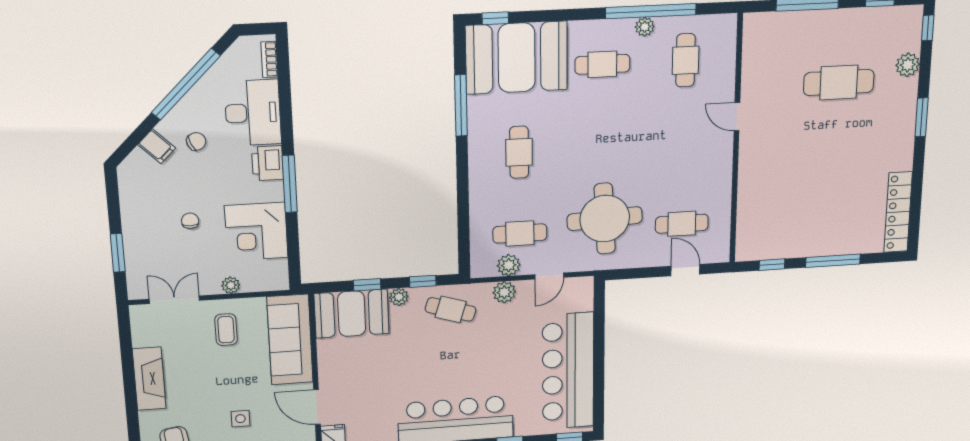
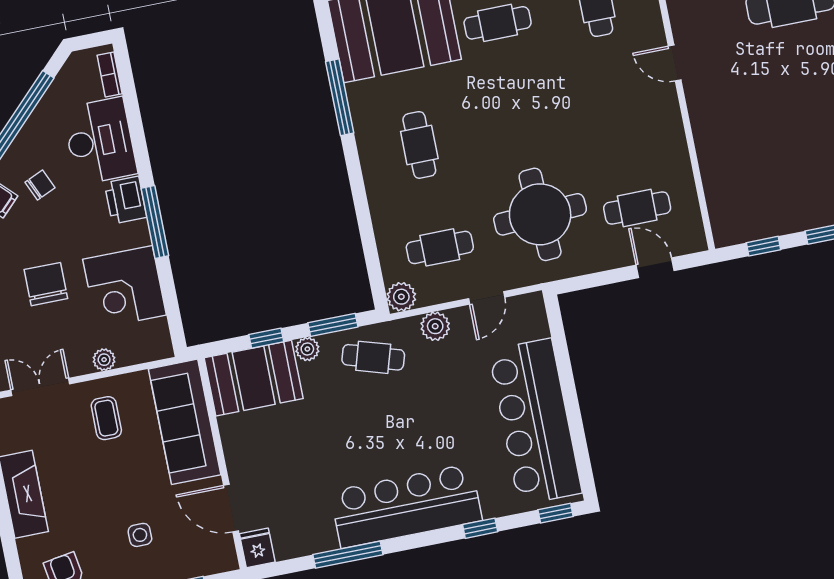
chair: (190, 221) -> (46, 284), width x1.87, depth x1.87
plant: (509, 265) -> (401, 297), moved
window: (423, 281) -> (333, 325), width x1.50

